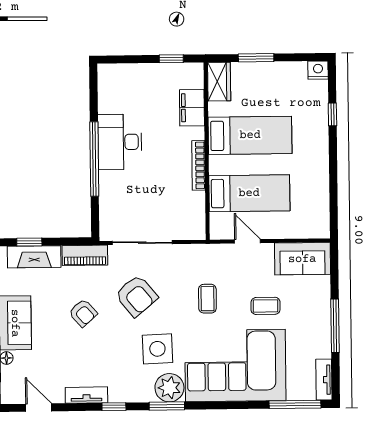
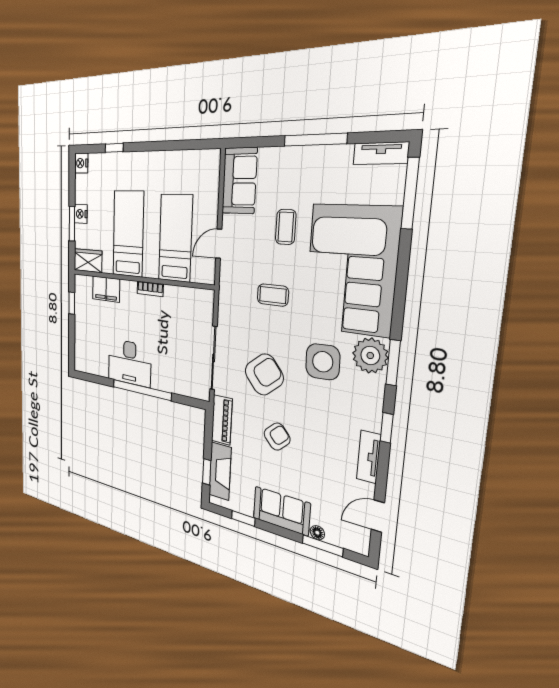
nightstand: (267, 70) -> (81, 214), added
bookcase: (198, 165) -> (150, 289), width x0.64

